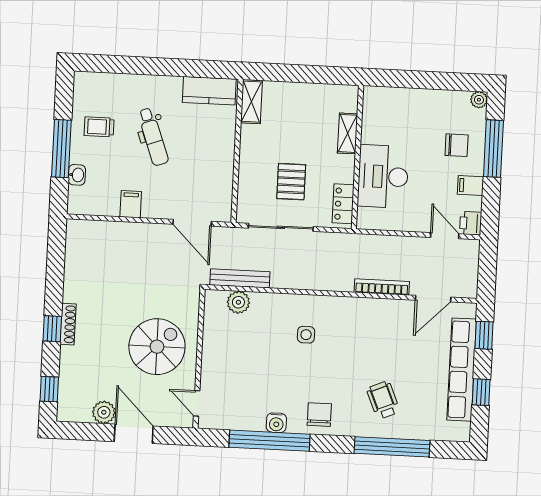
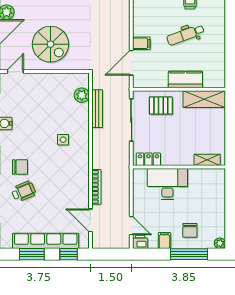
kitchen counter: (209, 91) -> (185, 79), moved, turned 90
shelving: (252, 102) -> (204, 99), width x1.50, depth x1.33
shelving: (348, 133) -> (207, 160), moved
pallet: (291, 182) -> (161, 106), moved
filing cabinet: (131, 204) -> (141, 43), moved
door: (445, 236) -> (131, 226), hinge flipped
bench: (240, 278) -> (97, 109), moved
window: (481, 392) -> (32, 254), width x1.50
chair: (319, 415) -> (20, 167), moved

